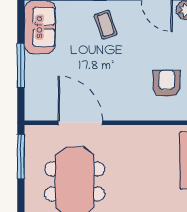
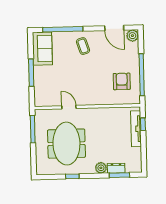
door: (80, 123) -> (69, 107), width x0.53

